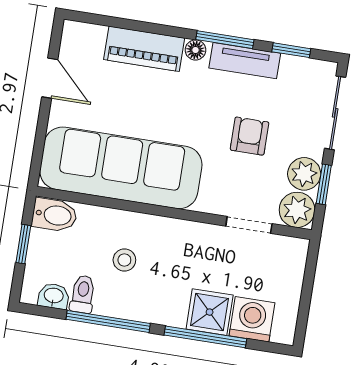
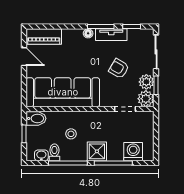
piano: (144, 49) -> (44, 37), moved
armchair: (250, 136) -> (119, 69), turned -60
shower: (210, 312) -> (97, 151), moved

